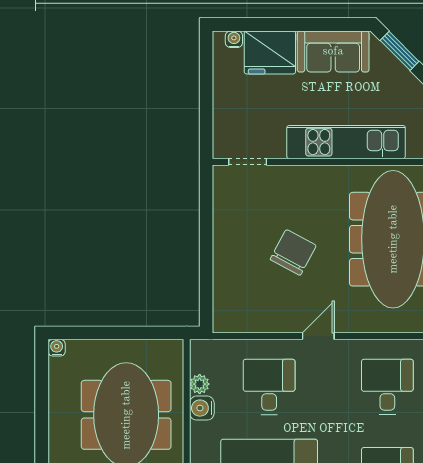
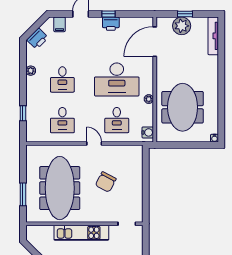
door: (318, 336) -> (94, 143), swing flipped
plant: (200, 384) -> (149, 99), moved
water cooler: (202, 408) -> (148, 132), moved

